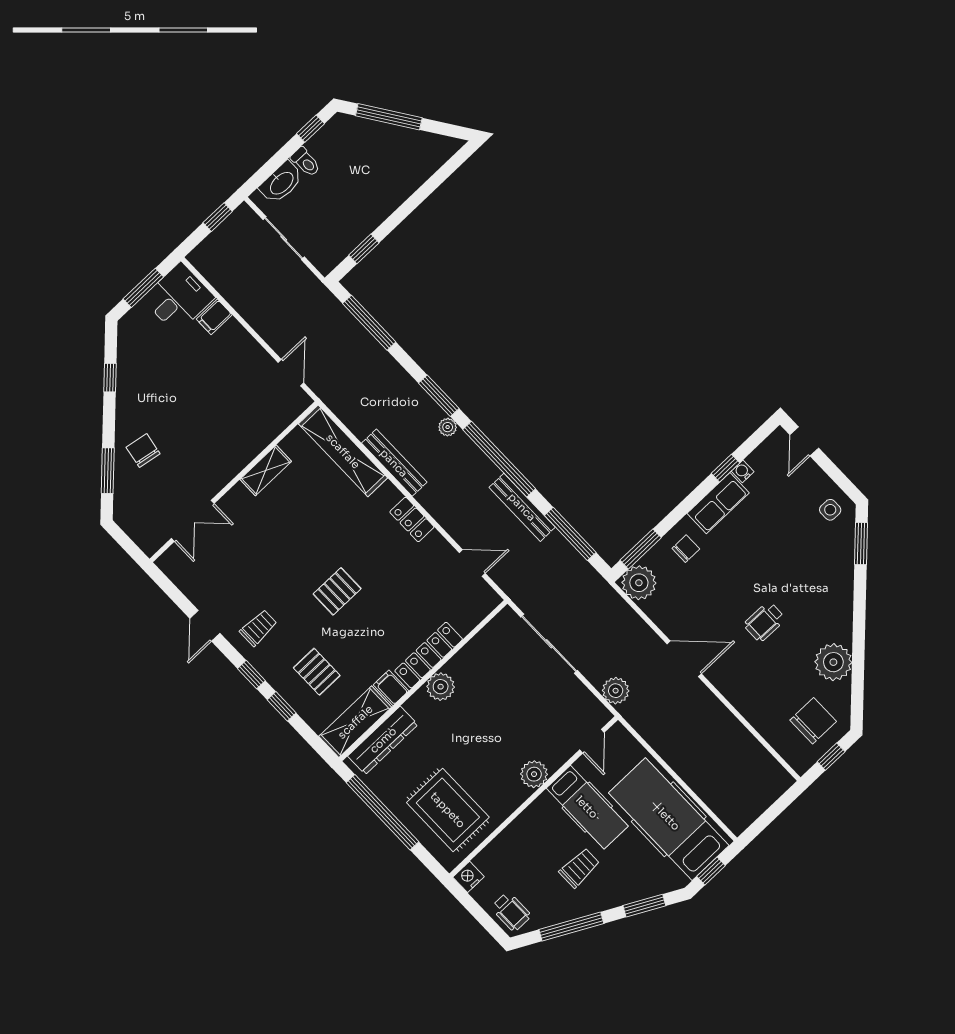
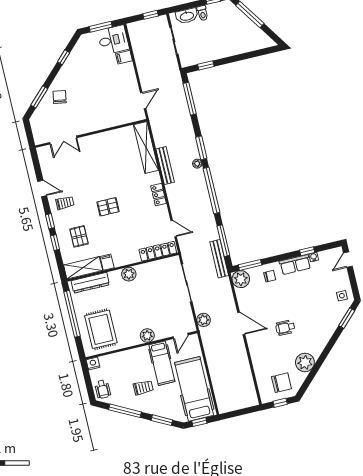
shelving: (266, 470) -> (108, 137), removed
bench: (522, 507) -> (219, 259), moved
door: (205, 626) -> (42, 188), swing flipped
locker: (429, 655) -> (158, 251), moved

